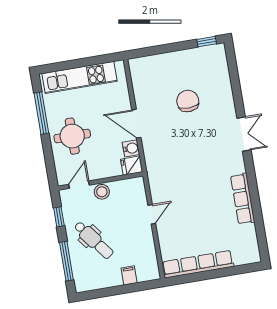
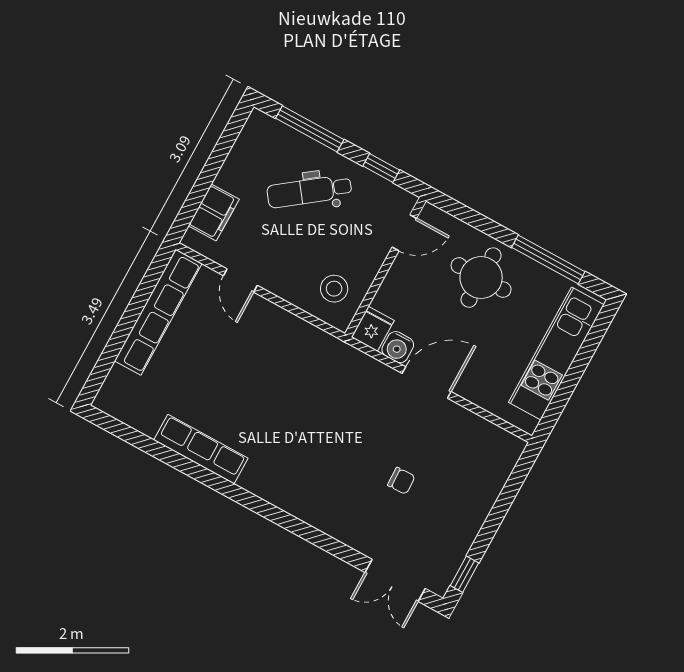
chair: (188, 101) -> (401, 481), width x0.54, depth x0.54
double door: (244, 134) -> (395, 580), moved
door: (79, 185) -> (404, 233), hinge flipped
stool: (102, 192) -> (334, 289), moved
door: (152, 214) -> (240, 280), moved
filing cabinet: (129, 275) -> (214, 212), width x2.00

